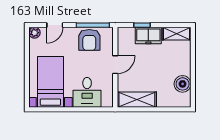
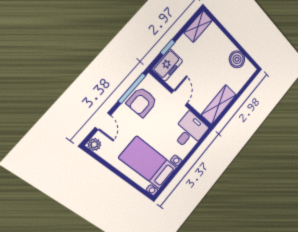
freezer: (148, 35) -> (167, 65), moved
armchair: (89, 40) -> (142, 102), turned 90
desk: (87, 92) -> (190, 131), moved, turned -90

